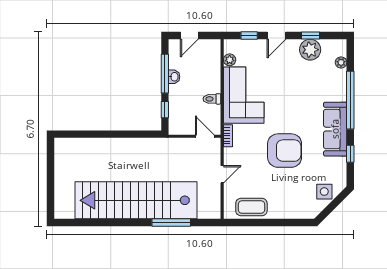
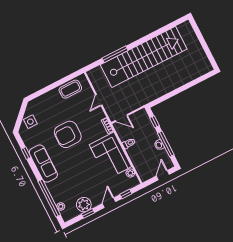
window: (350, 100) -> (49, 198), moved

